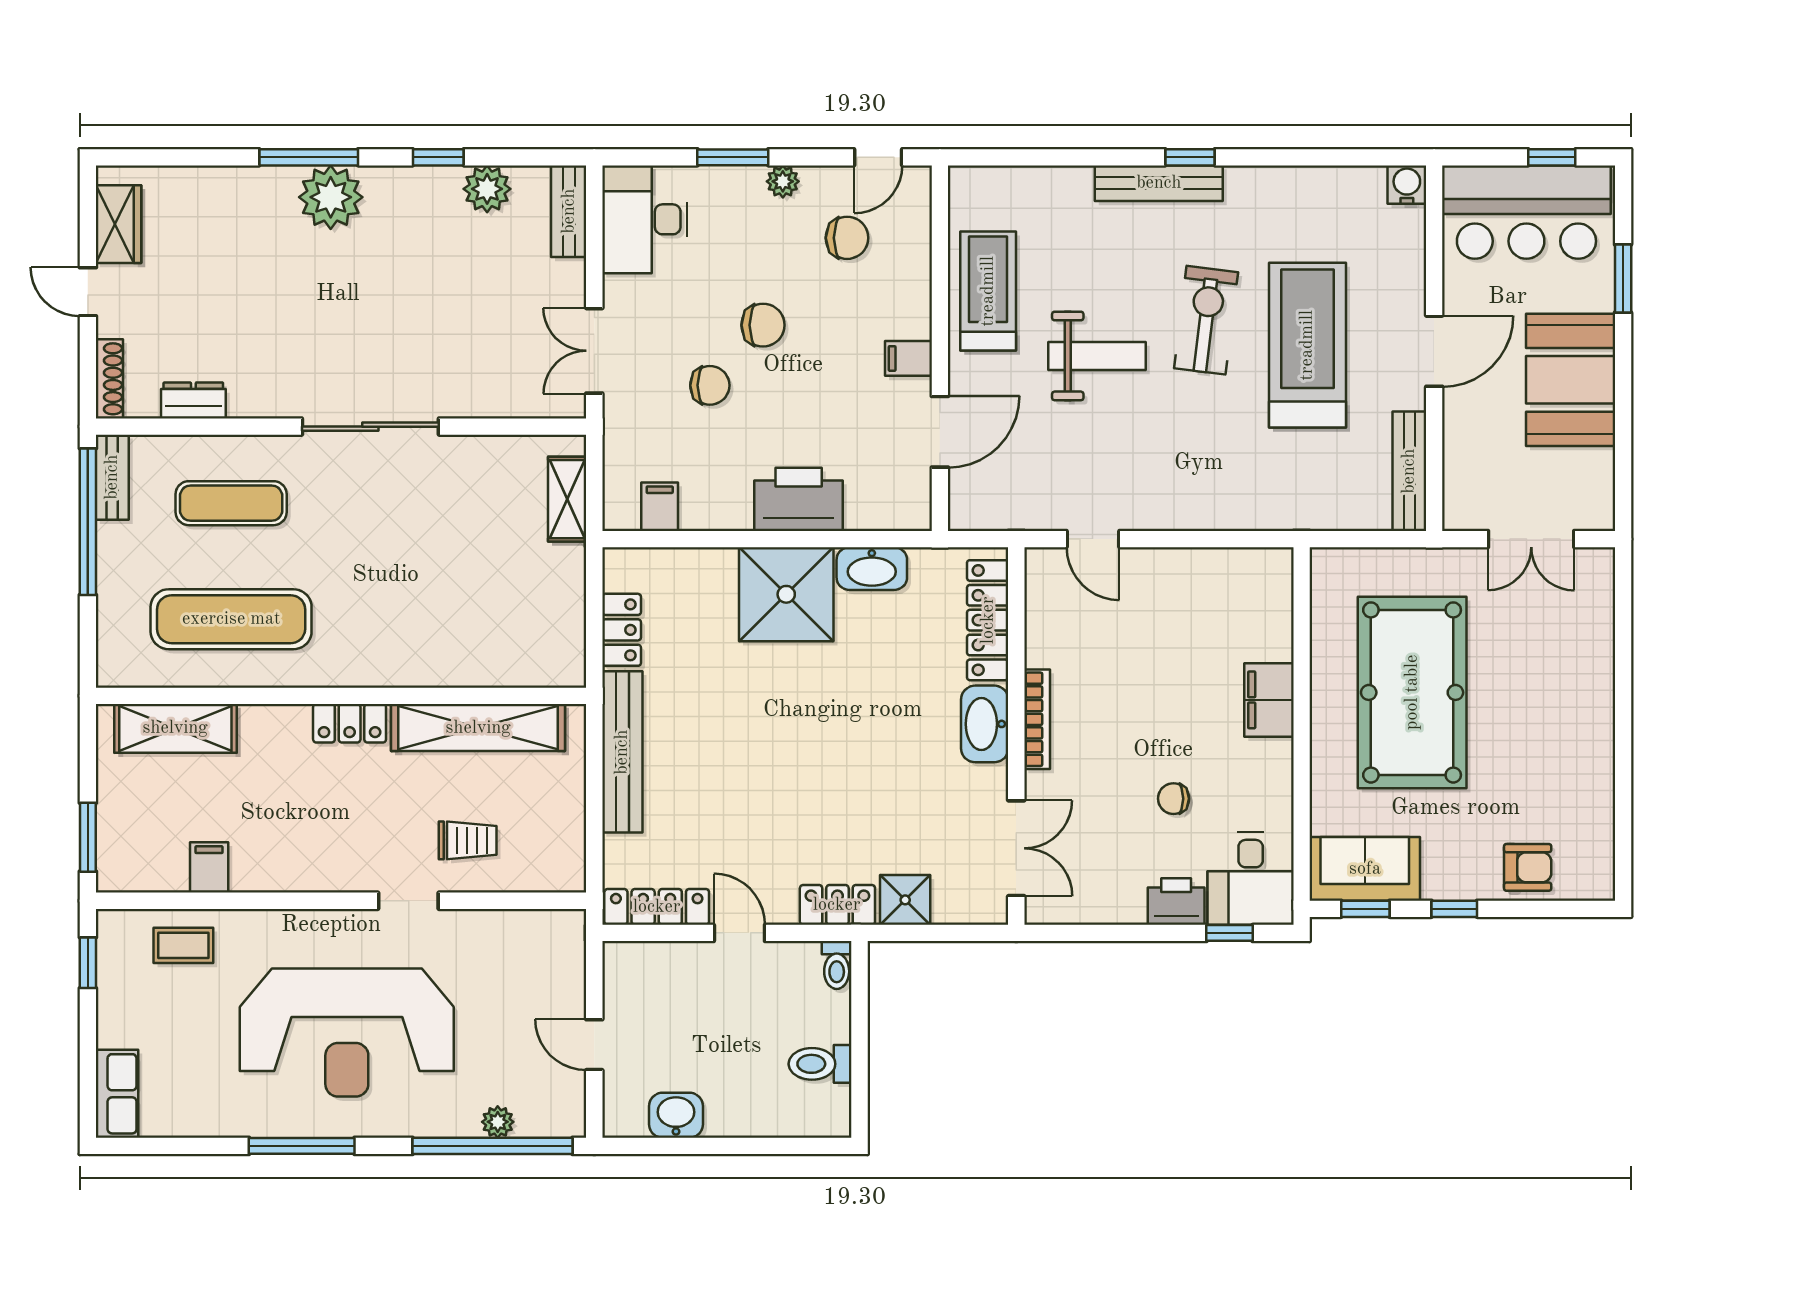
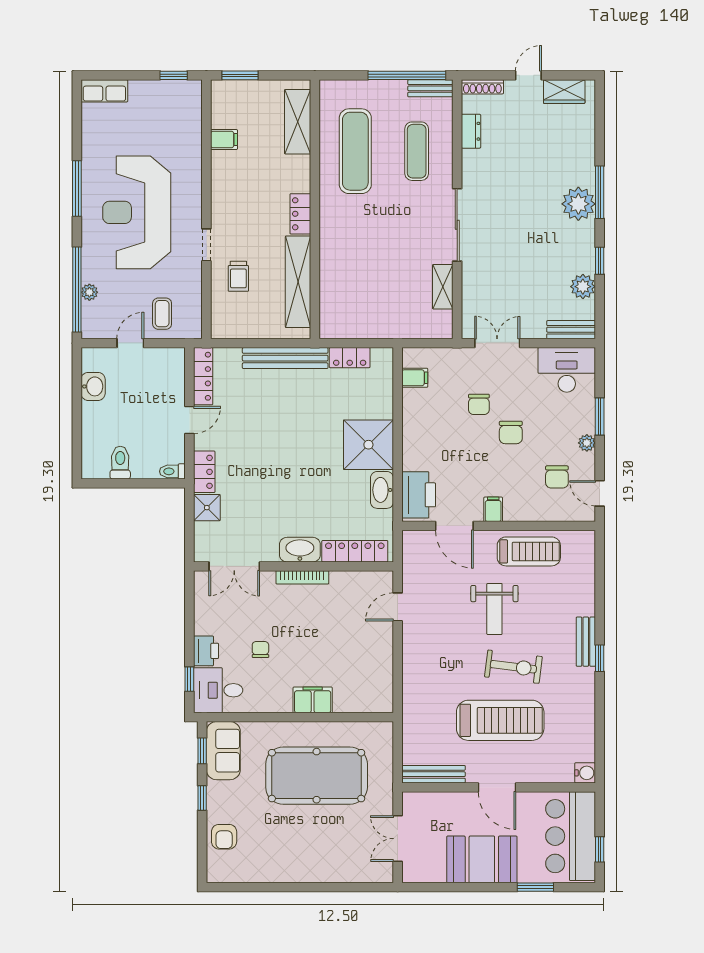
bench: (1159, 183) -> (586, 642), width x0.73
shelving: (567, 499) -> (443, 287), moved, turned 90
printer: (799, 499) -> (419, 495), moved
coffee table: (183, 945) -> (162, 314), moved

